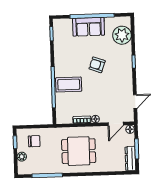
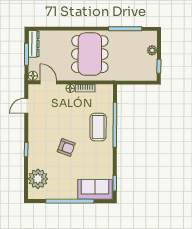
sofa: (89, 27) -> (95, 189), moved
coffee table: (69, 85) -> (98, 127), turned 90
door: (116, 124) -> (48, 82), hinge flipped
chair: (34, 141) -> (138, 67), removed
dining table: (79, 151) -> (90, 54), width x1.38

